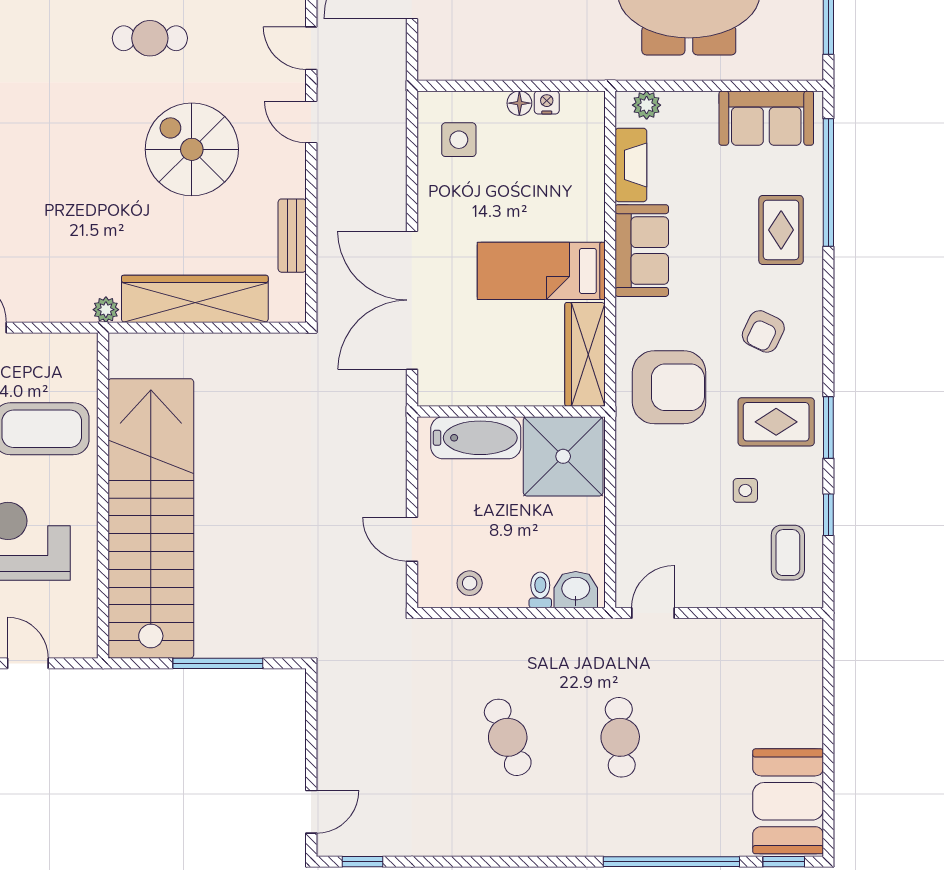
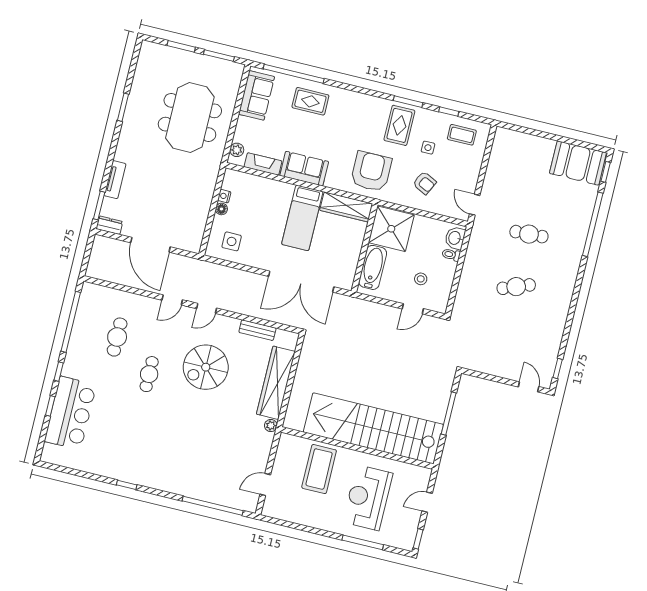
armchair: (763, 331) -> (424, 183), moved
stool: (470, 583) -> (421, 279), moved

